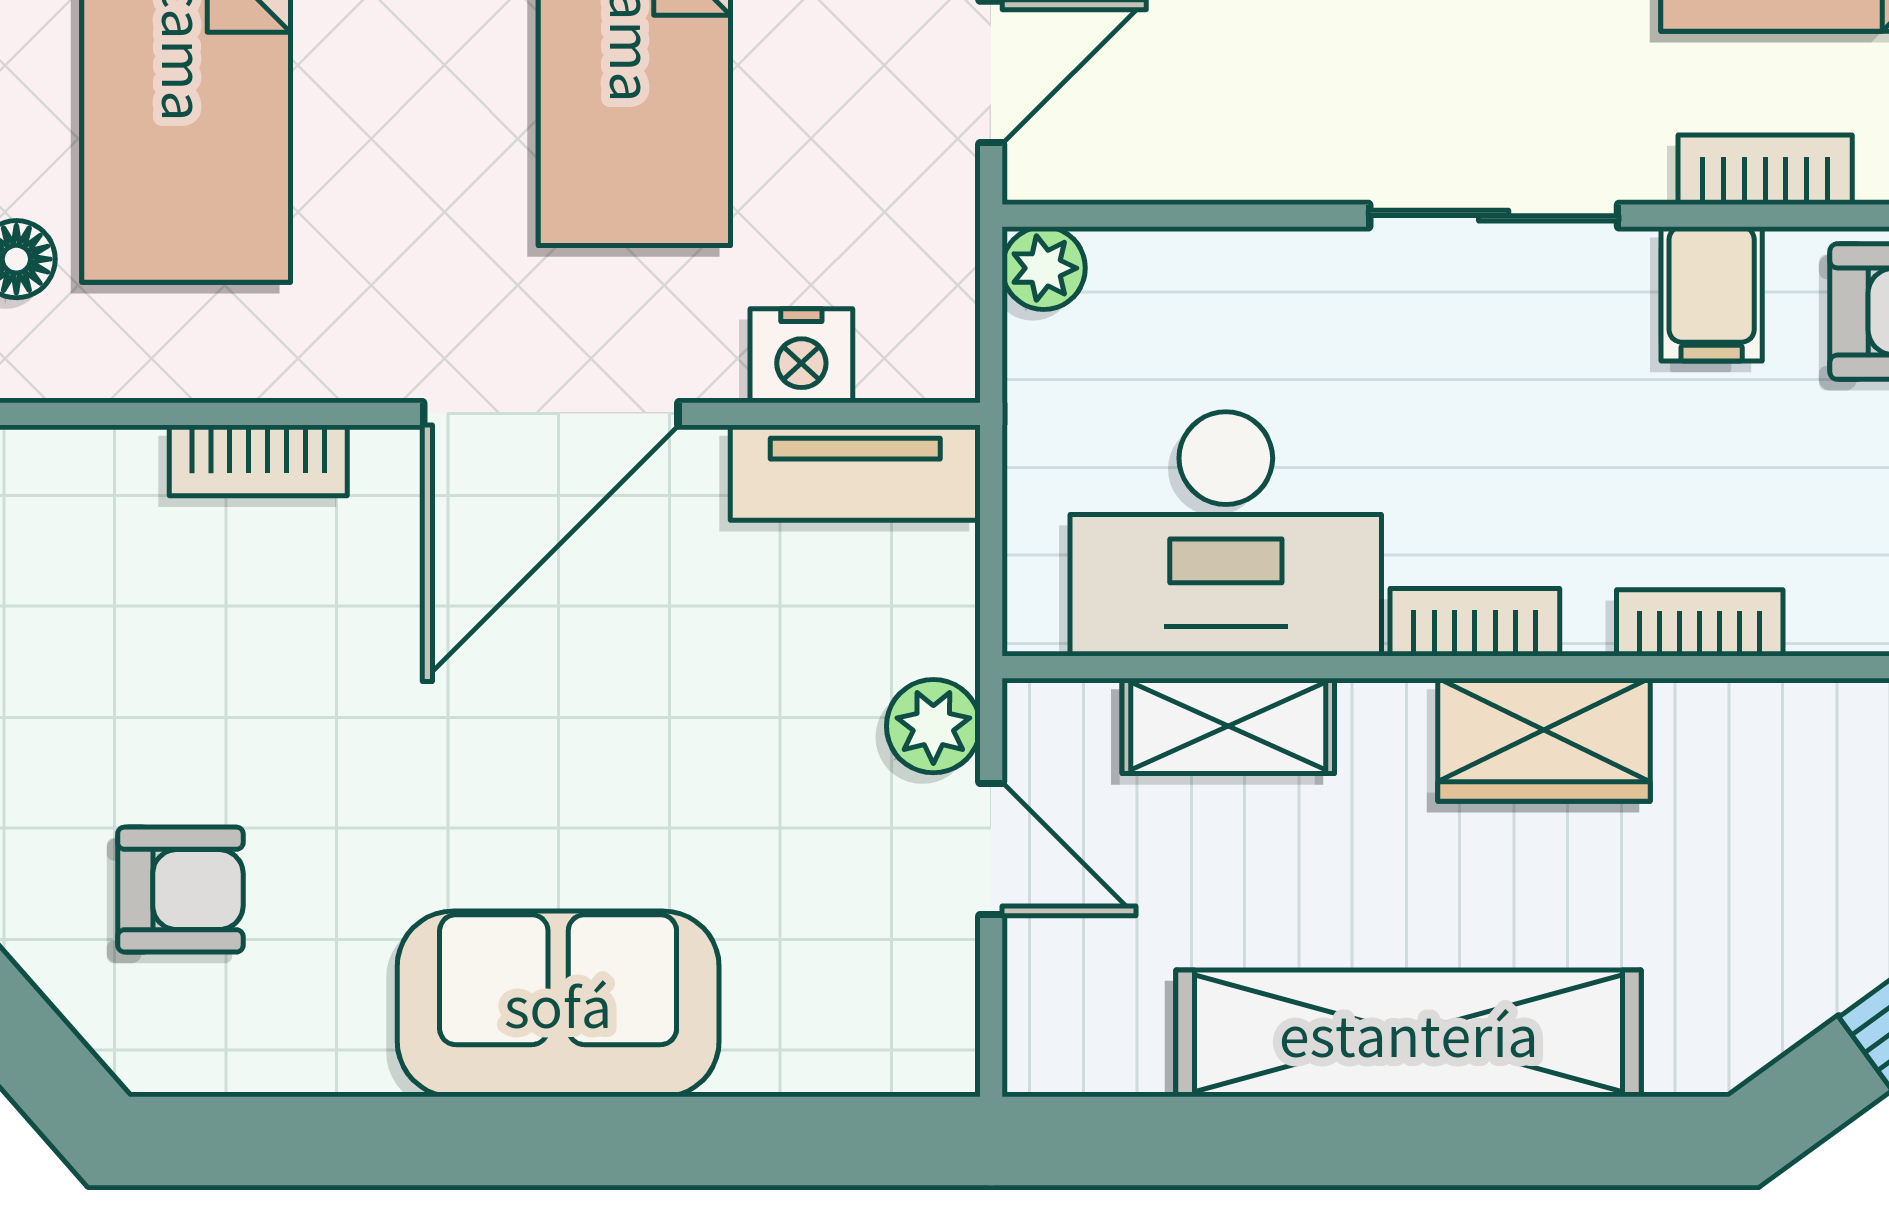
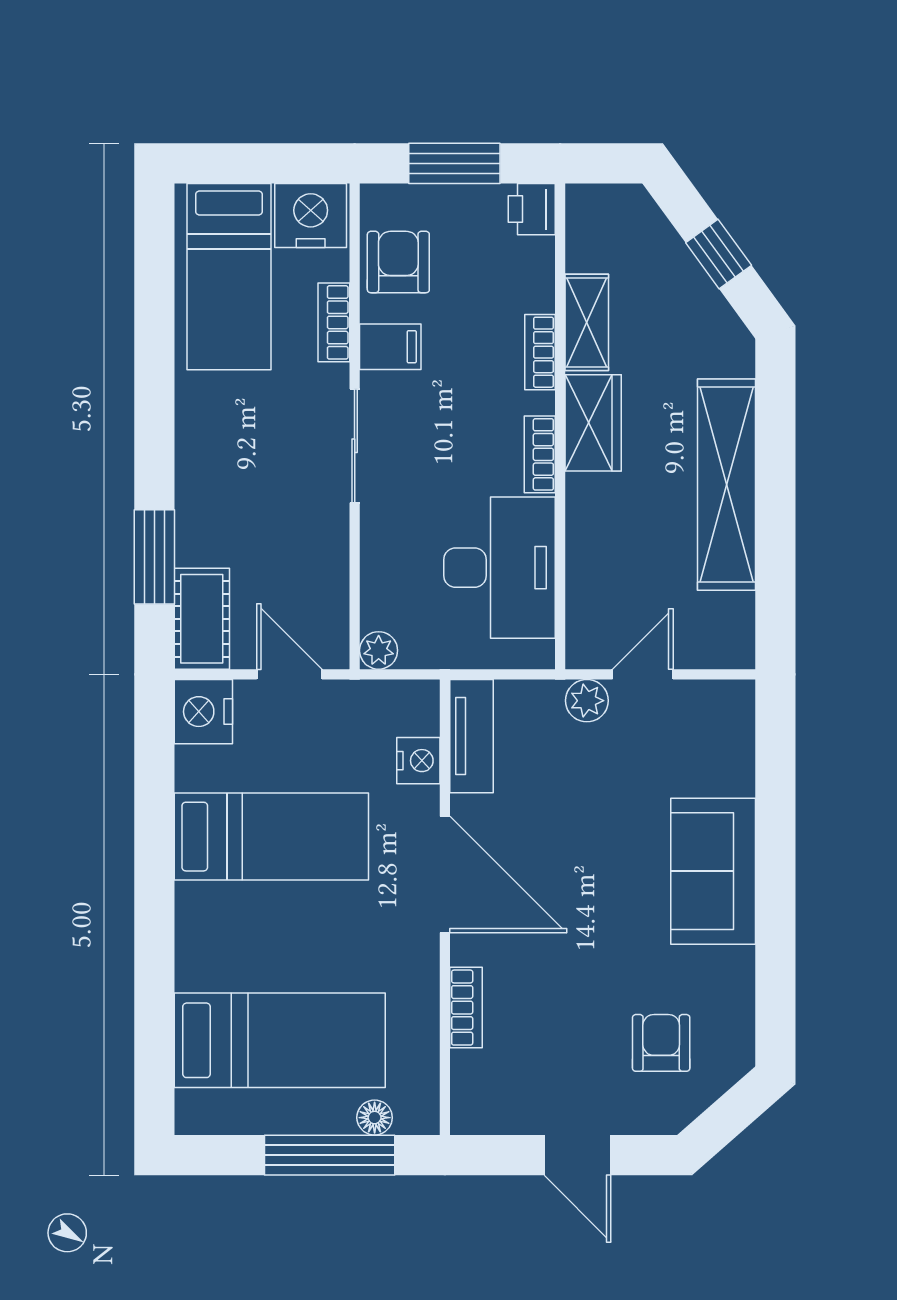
shelving: (1228, 726) -> (587, 322), moved

